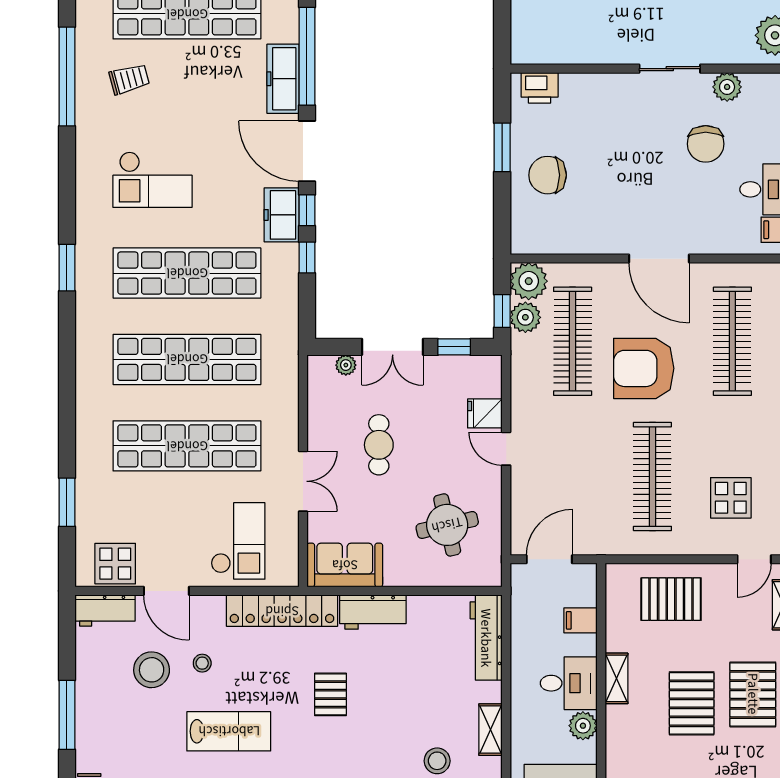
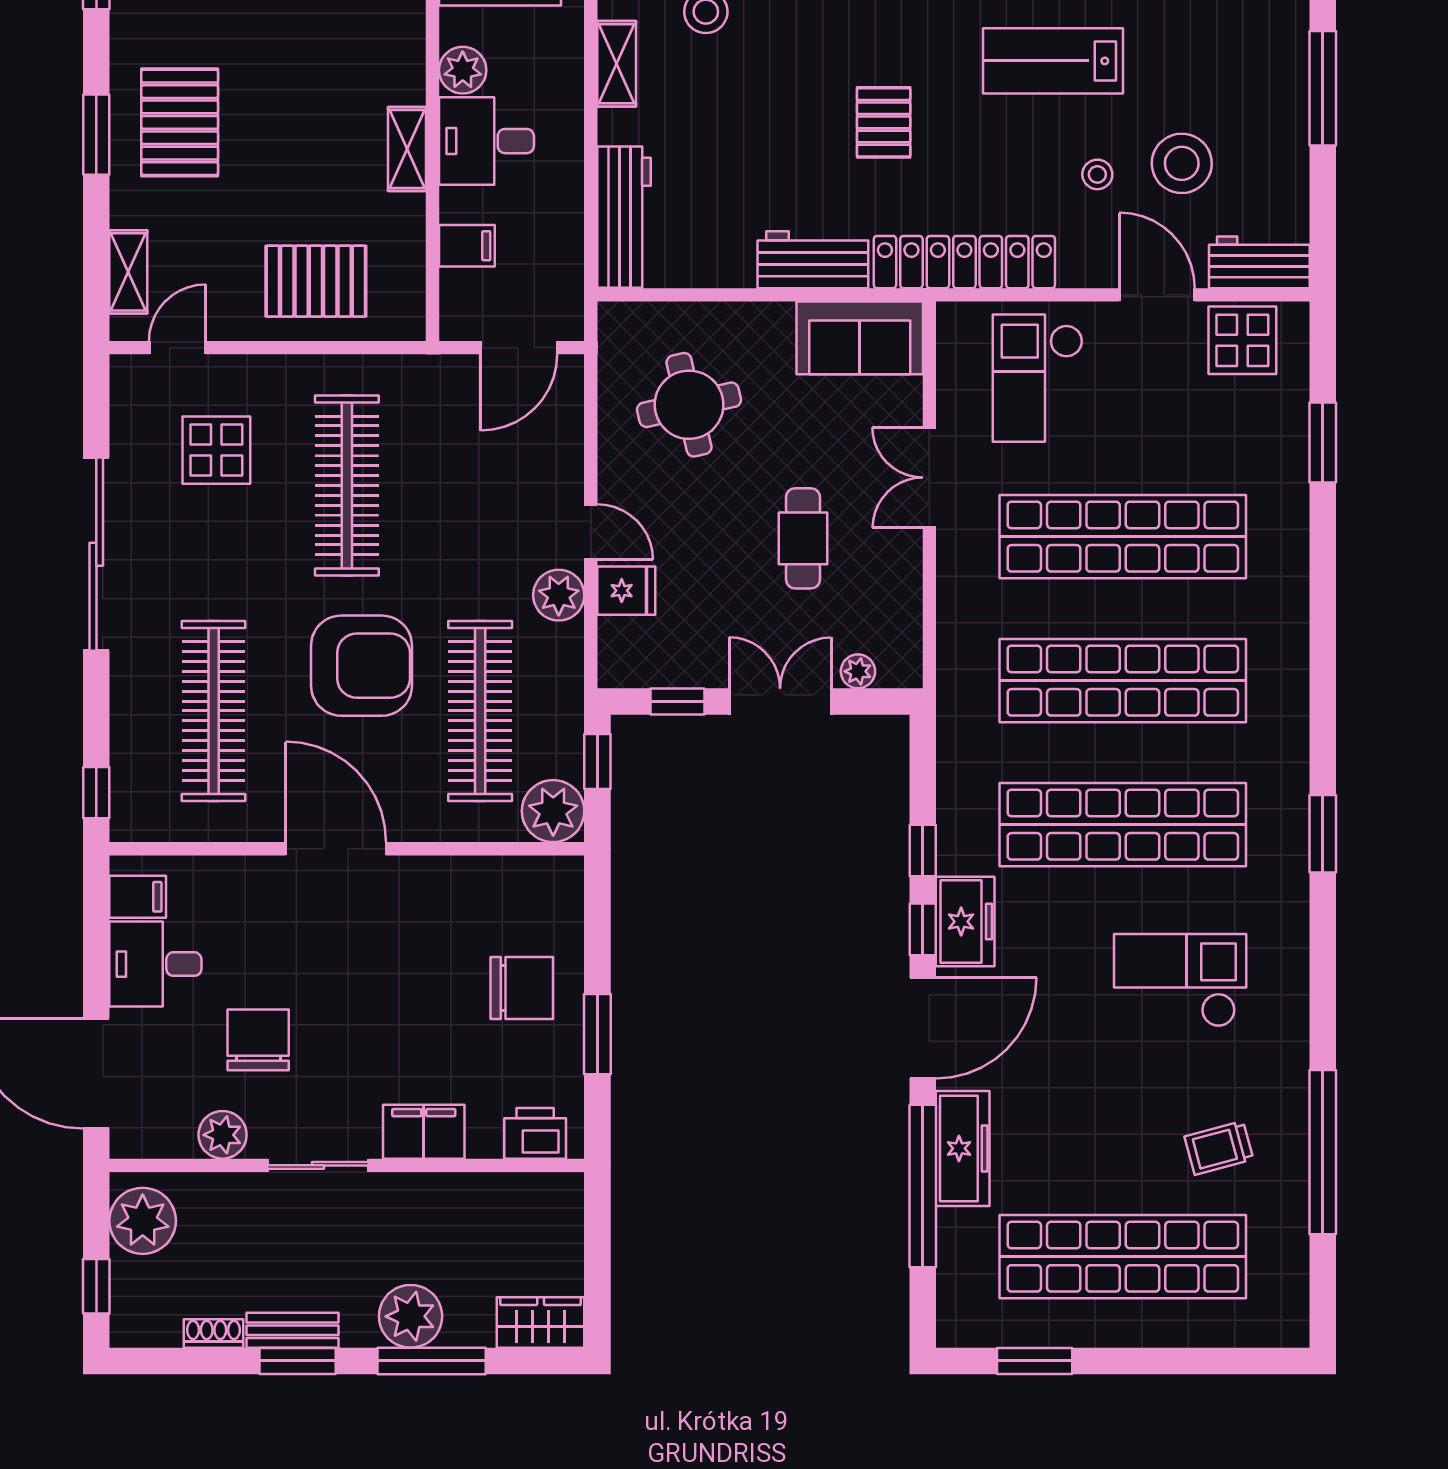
filing cabinet: (606, 89) -> (424, 1132), added
door: (307, 151) -> (923, 1028), hinge flipped
plant: (525, 317) -> (559, 595), moved
pallet: (692, 703) -> (282, 107), removed

